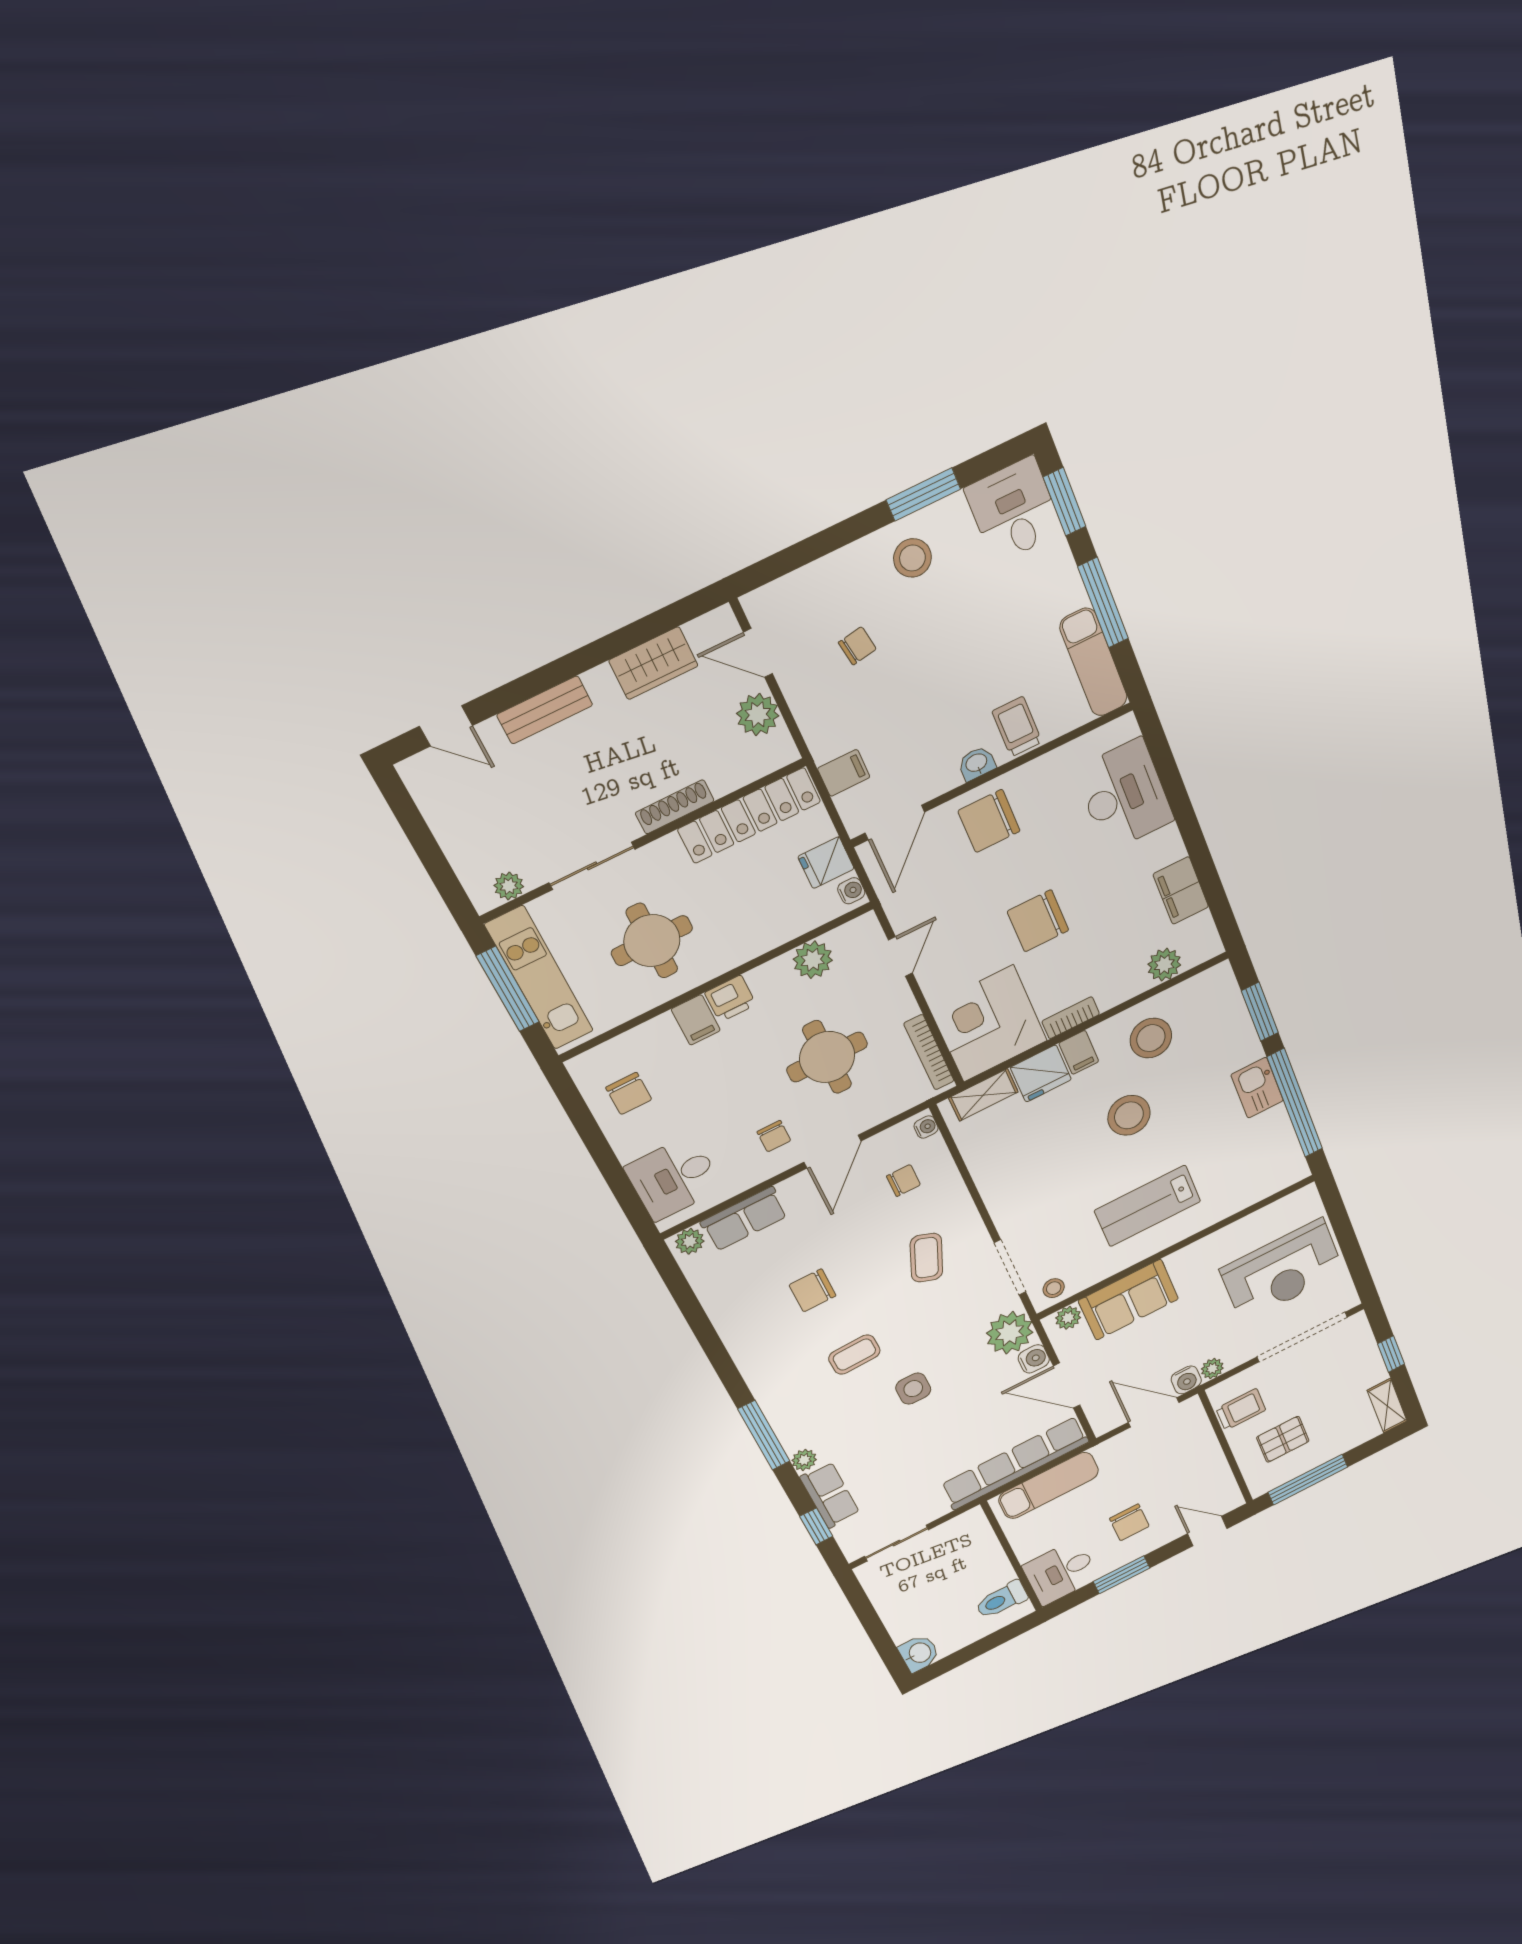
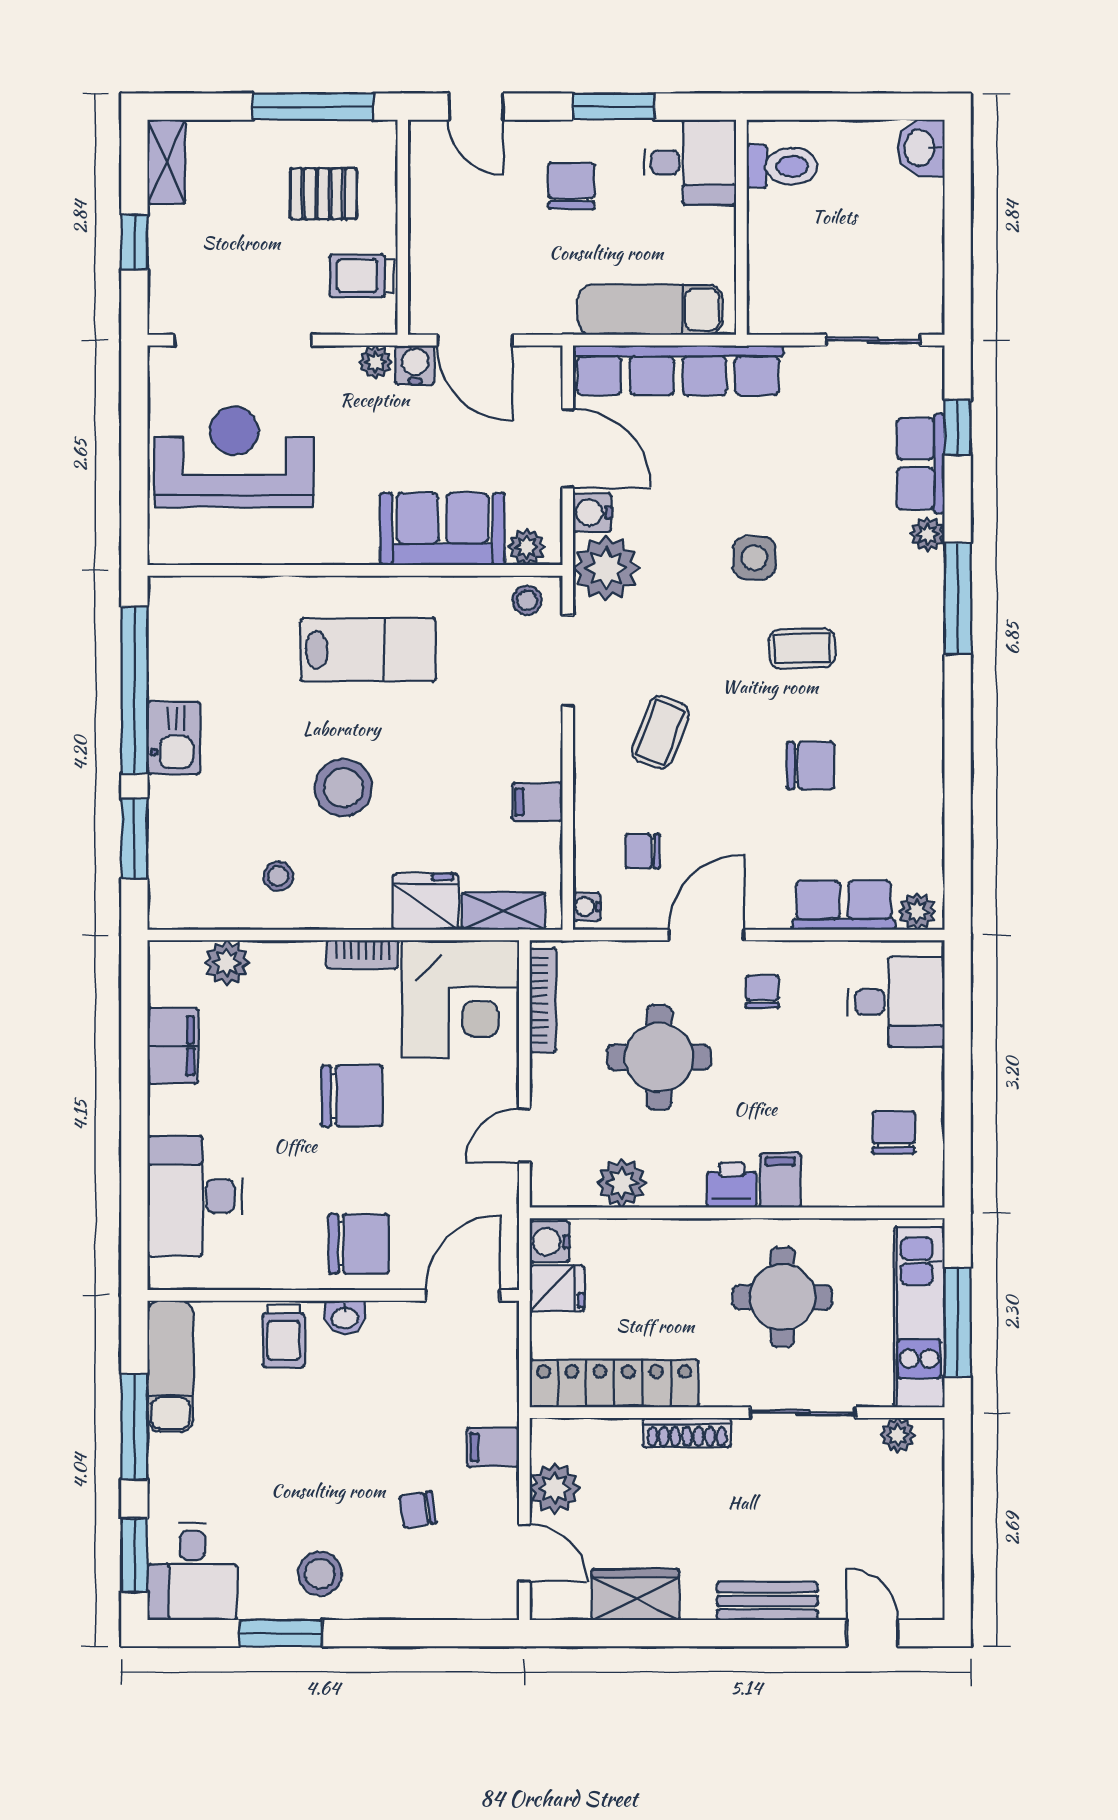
filing cabinet: (844, 773) -> (493, 1447), moved
water cooler: (851, 891) -> (550, 1242), width x1.38, depth x1.38
stool: (1151, 1038) -> (278, 876), width x0.53, depth x0.53
filing cabinet: (1079, 1052) -> (537, 802), moved, turned -90

